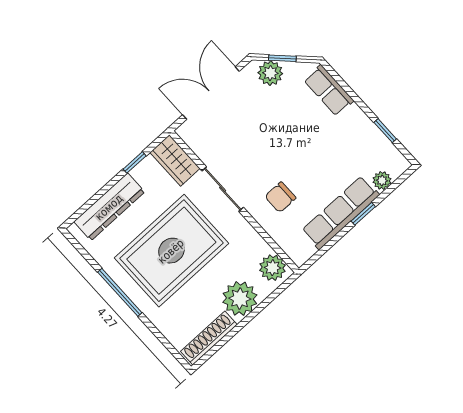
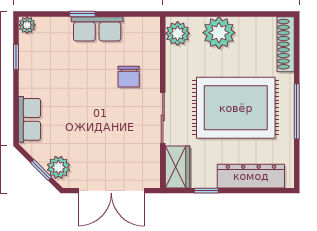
plant: (382, 180) -> (27, 25), moved
chair: (280, 197) -> (129, 77), turned 90
row of seats: (341, 213) -> (97, 29), width x0.68
shoe rack: (209, 338) -> (286, 44), moved, turned 90

